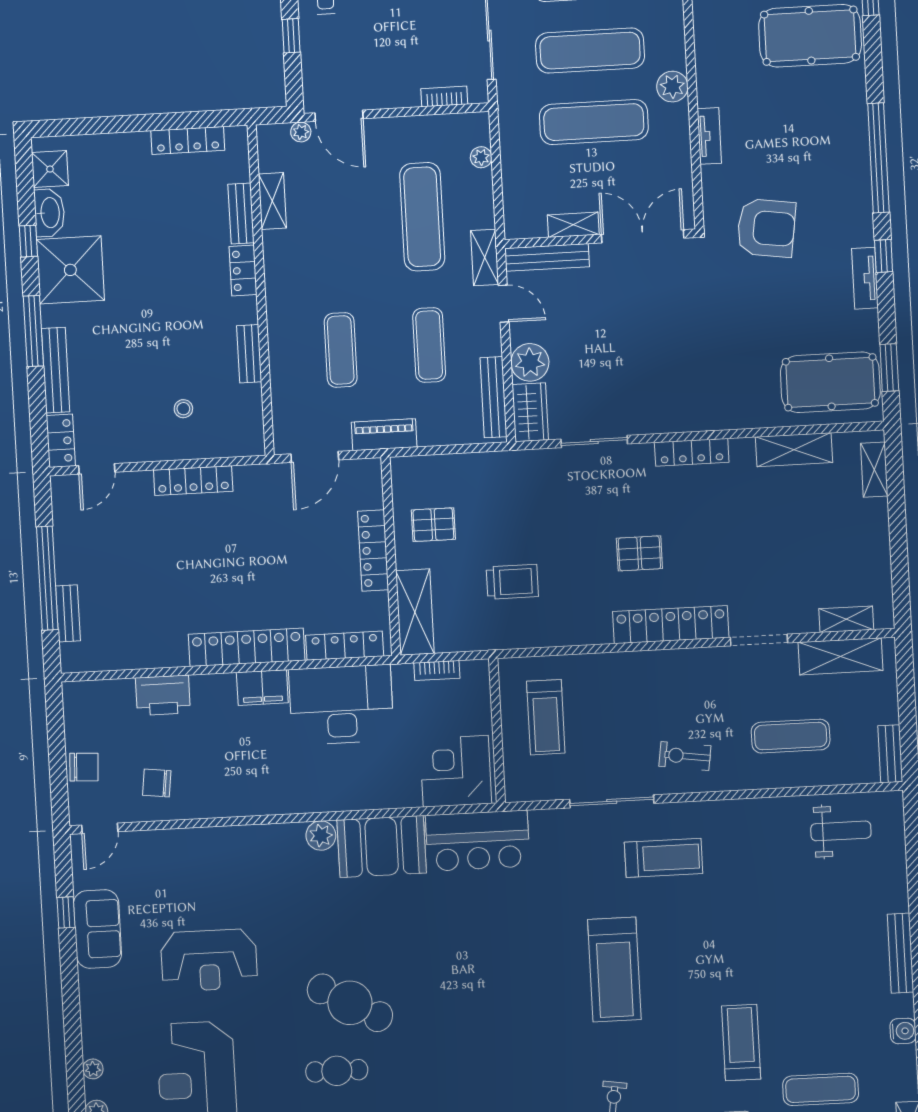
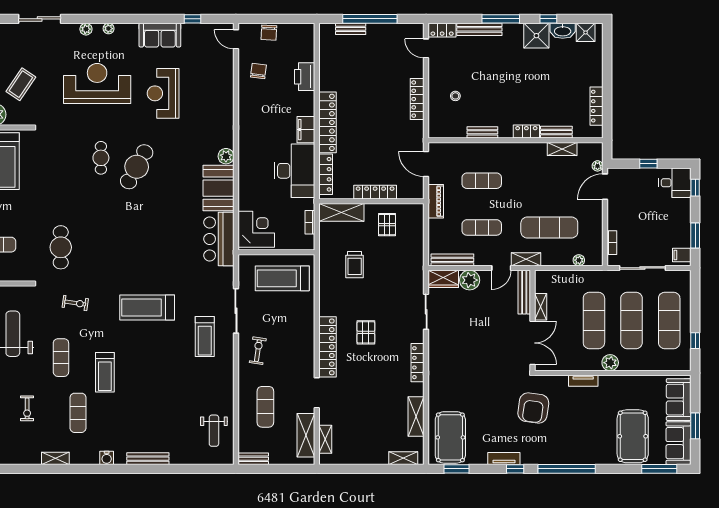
shower: (70, 270) -> (536, 36), width x0.73, depth x0.73
treadmill: (546, 717) -> (282, 278), width x1.37, depth x1.38
sofa: (97, 929) -> (160, 35), moved
treadmill: (741, 1043) -> (105, 372), turned 90

